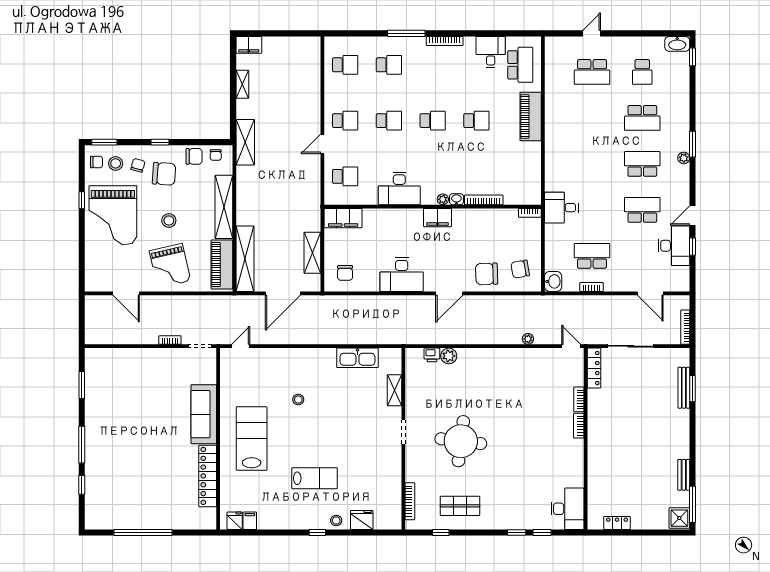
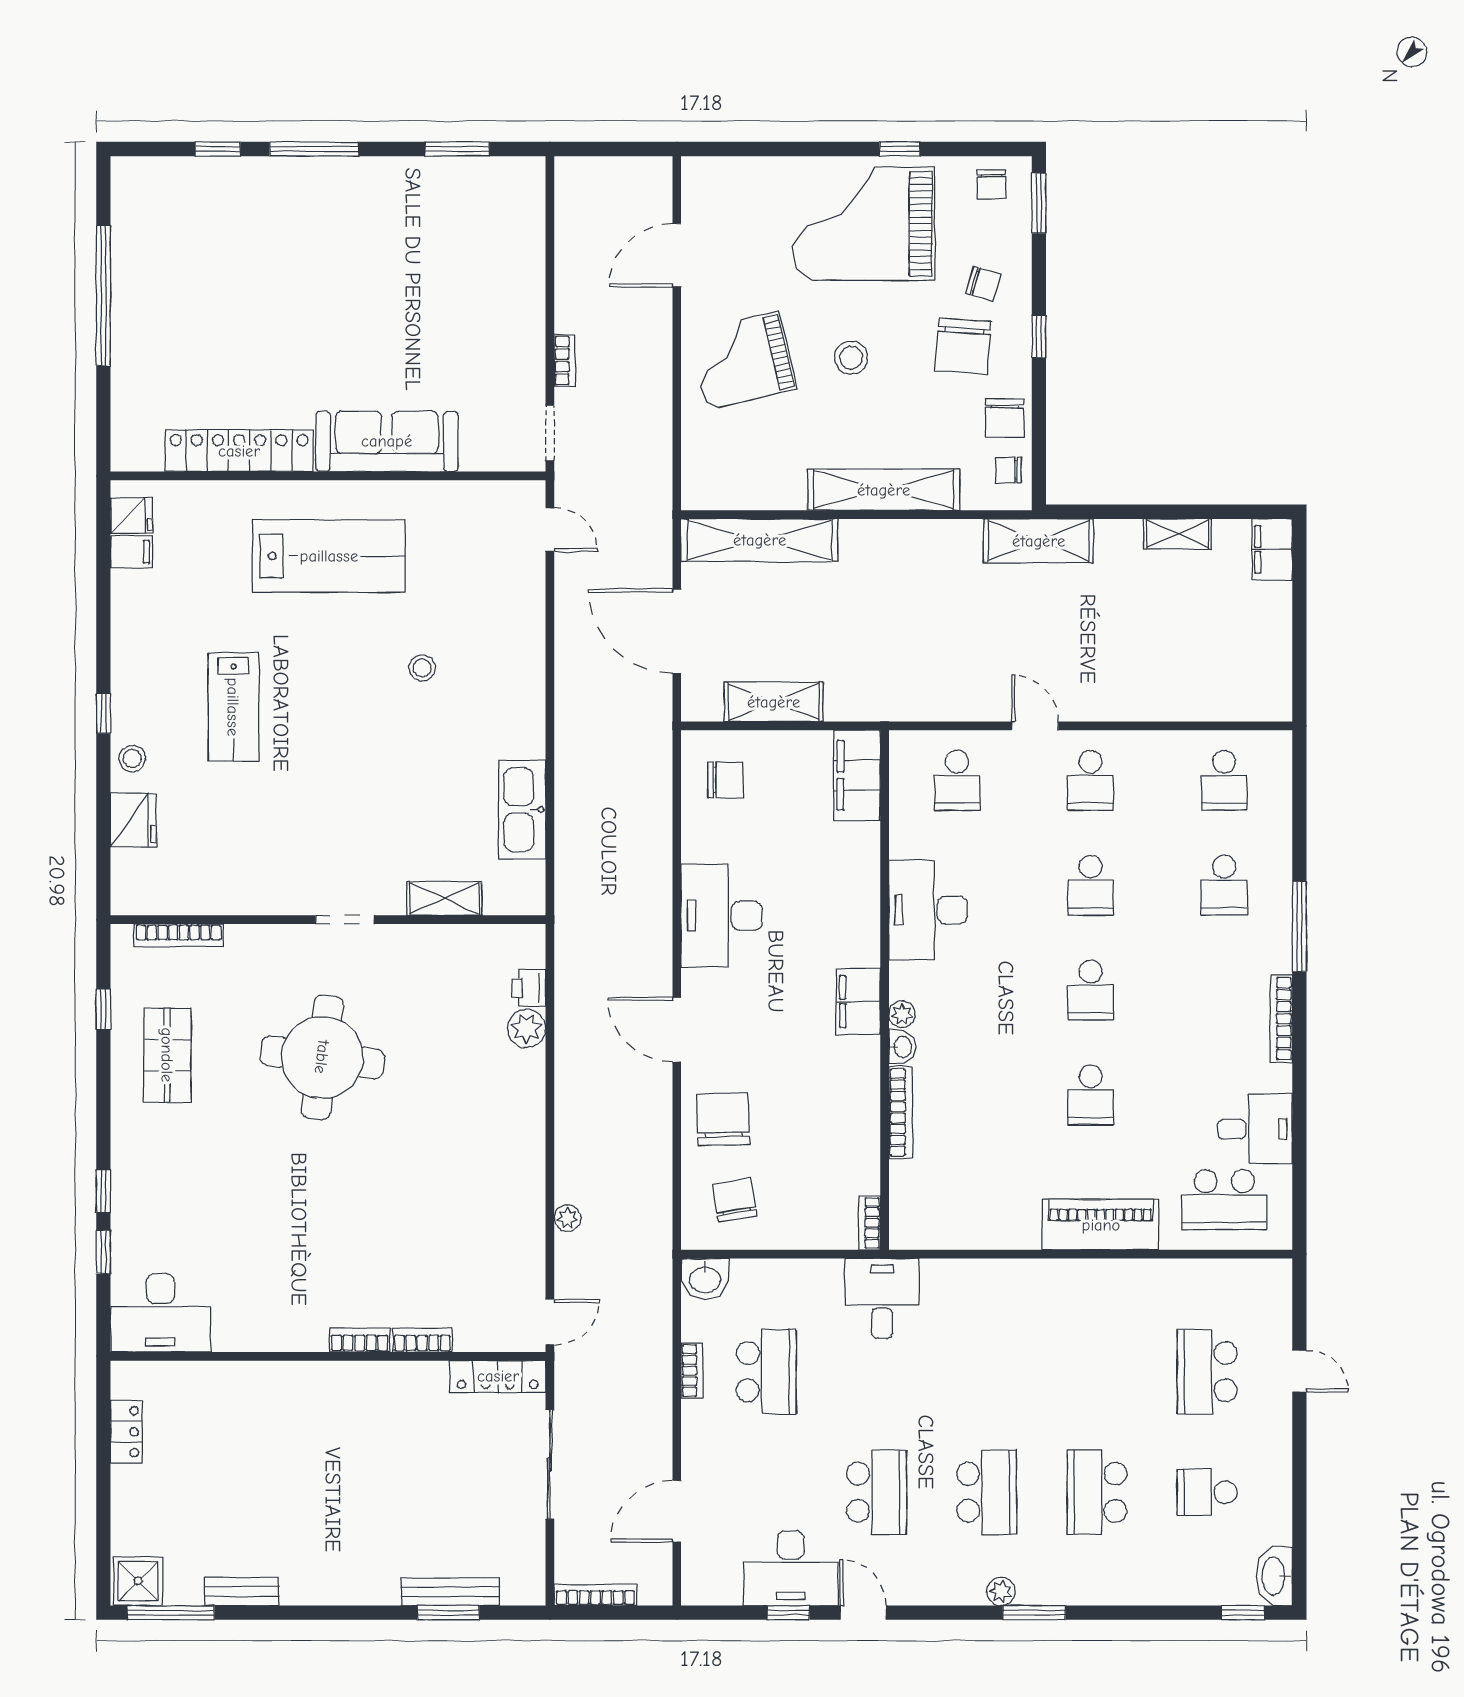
stool: (116, 163) -> (988, 230), removed
piano: (222, 264) -> (746, 485), removed
chair: (345, 273) -> (725, 780), turned 180

